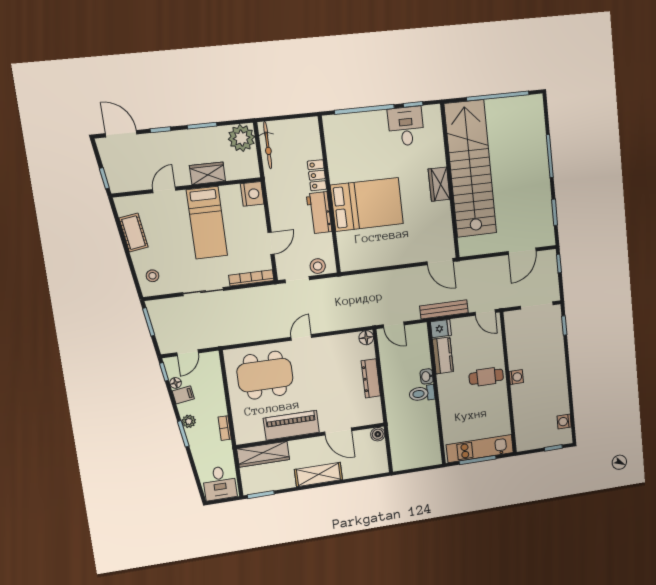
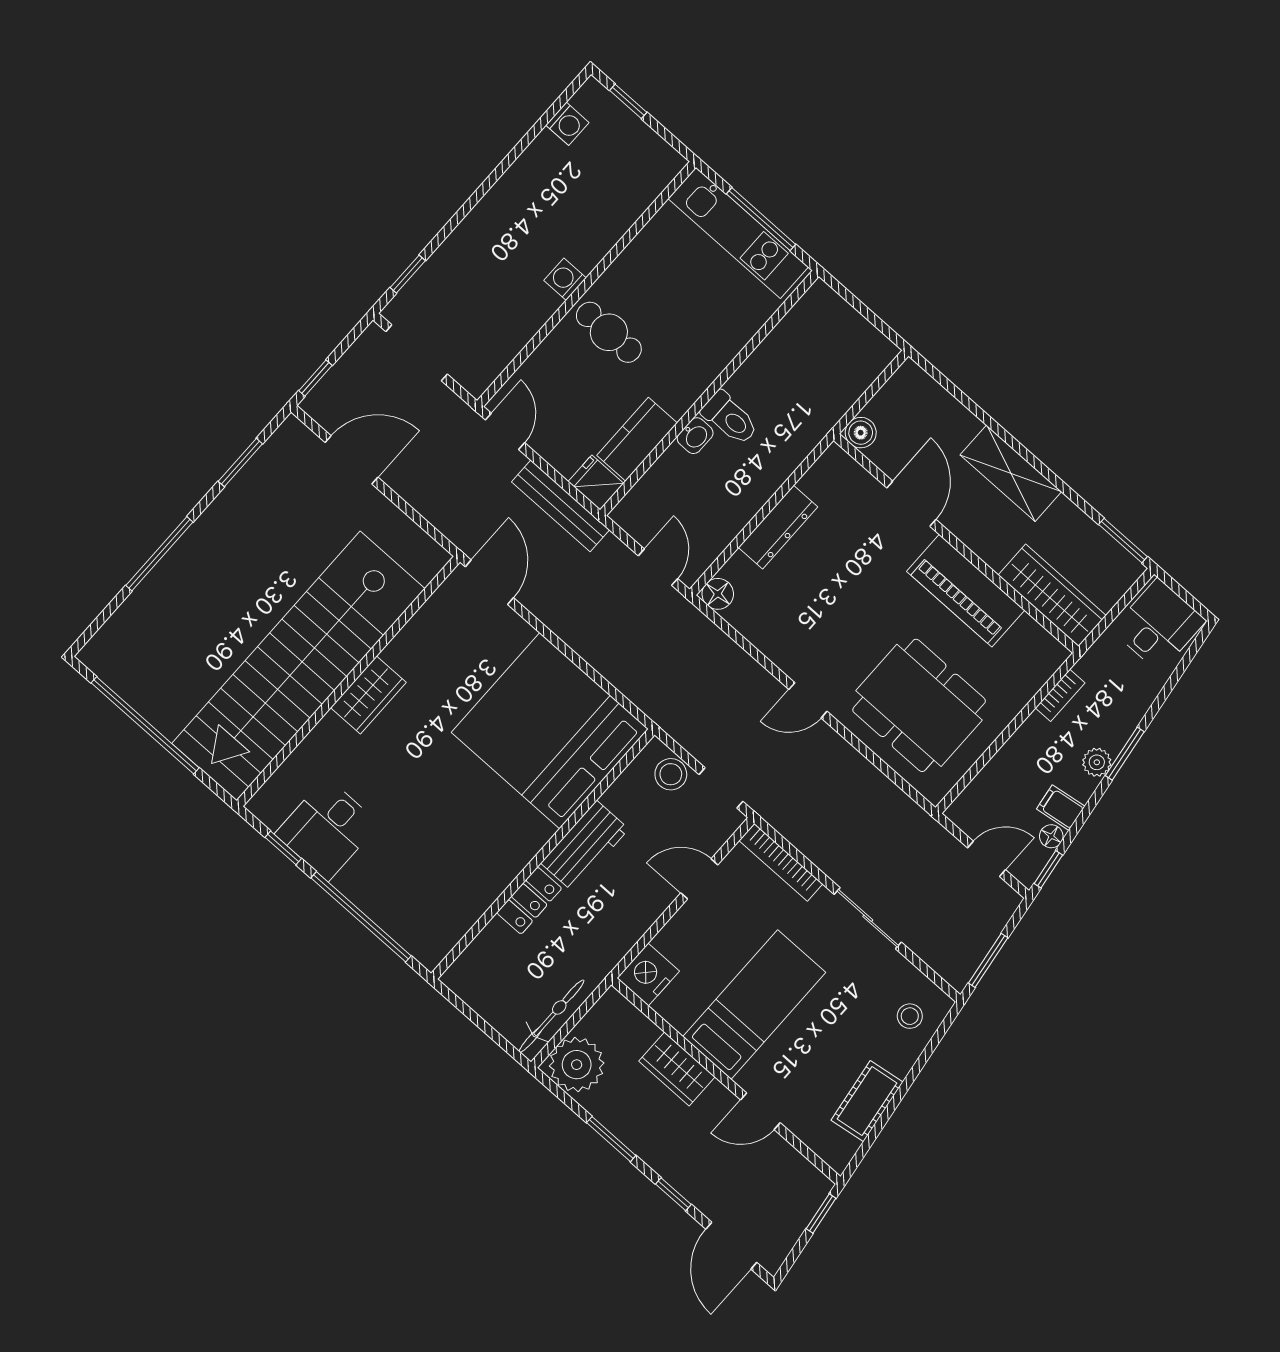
bed: (367, 204) -> (550, 731), moved, width x1.36

